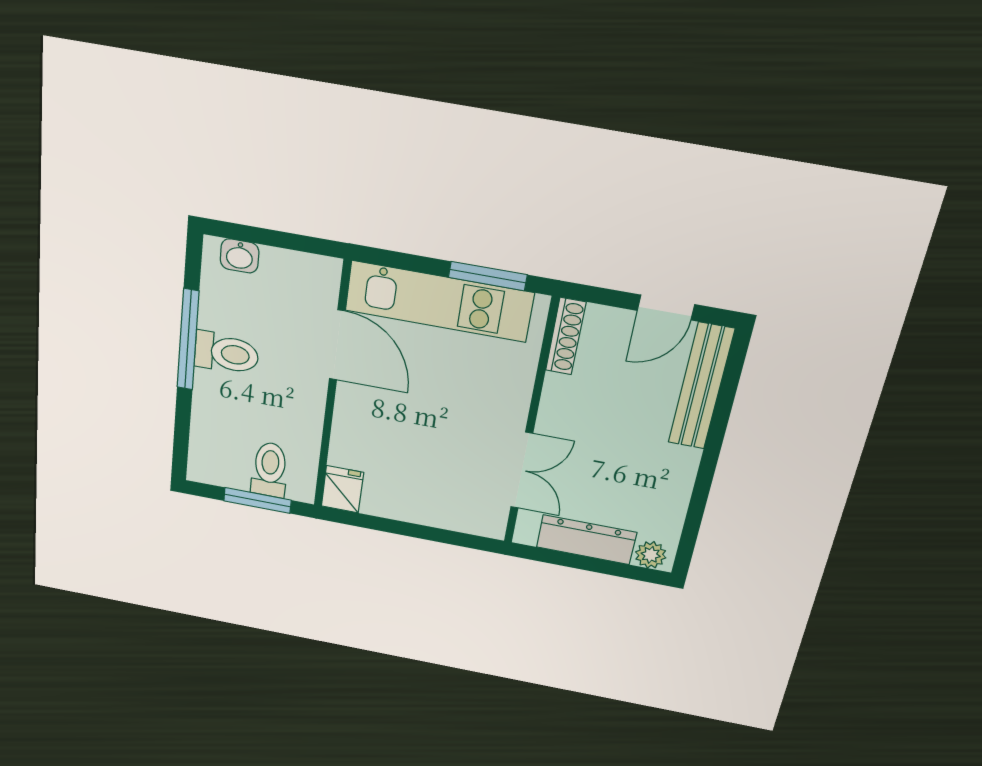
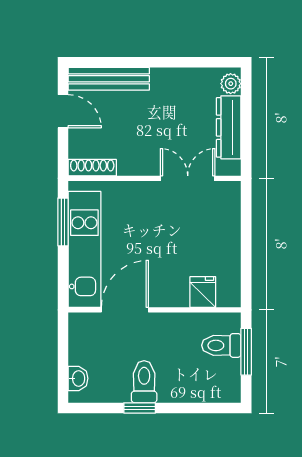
window: (188, 340) -> (140, 408), width x0.46
fridge: (342, 489) -> (203, 292), moved, turned 90

